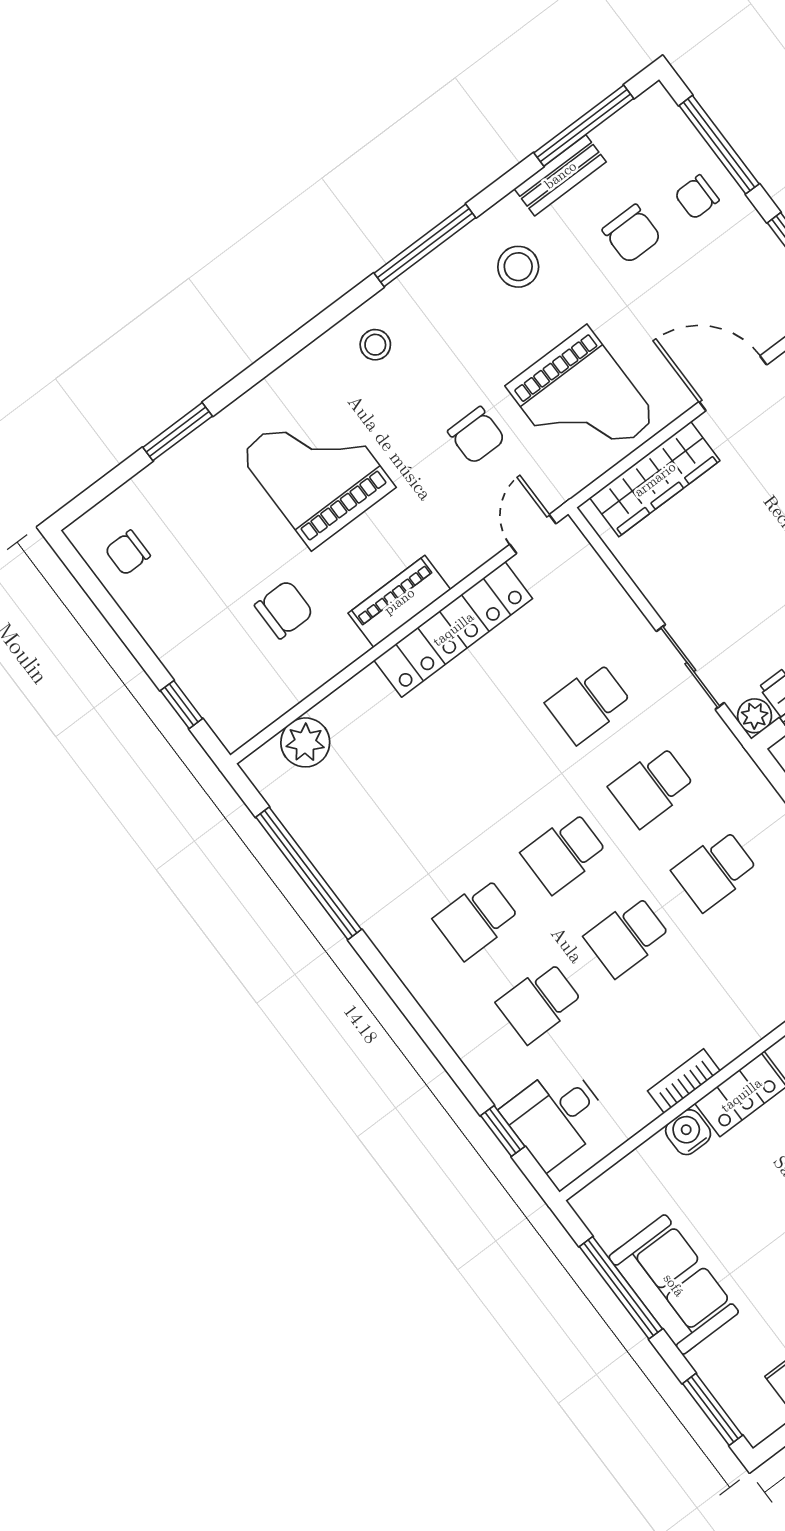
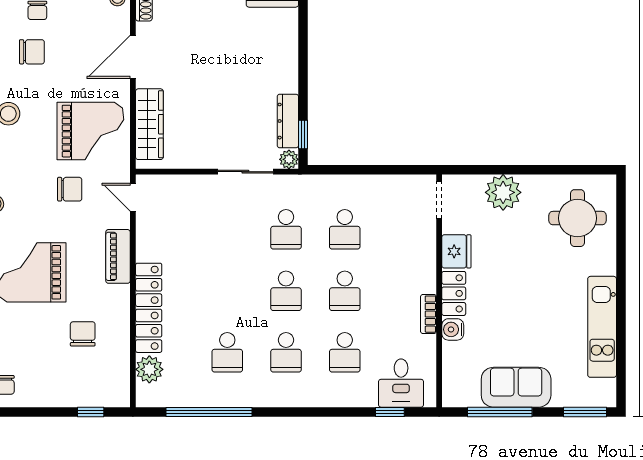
piano: (399, 601) -> (118, 256), moved
locker: (453, 629) -> (149, 308), moved
school desk: (588, 703) -> (227, 352), moved

